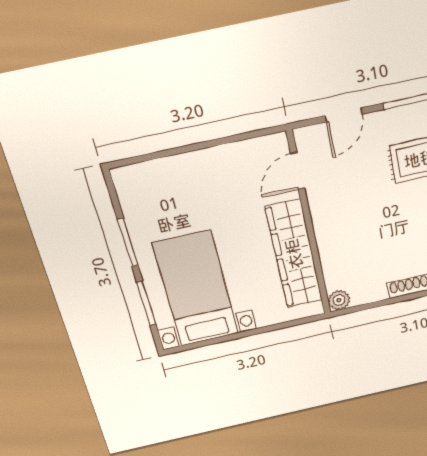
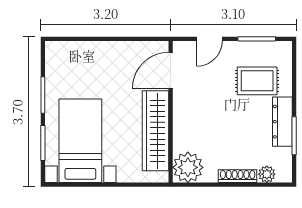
door: (298, 171) -> (171, 71), width x1.38
plant: (339, 300) -> (188, 167), width x1.88, depth x1.88

